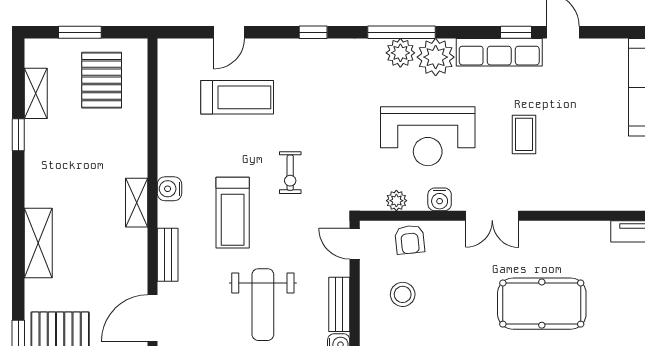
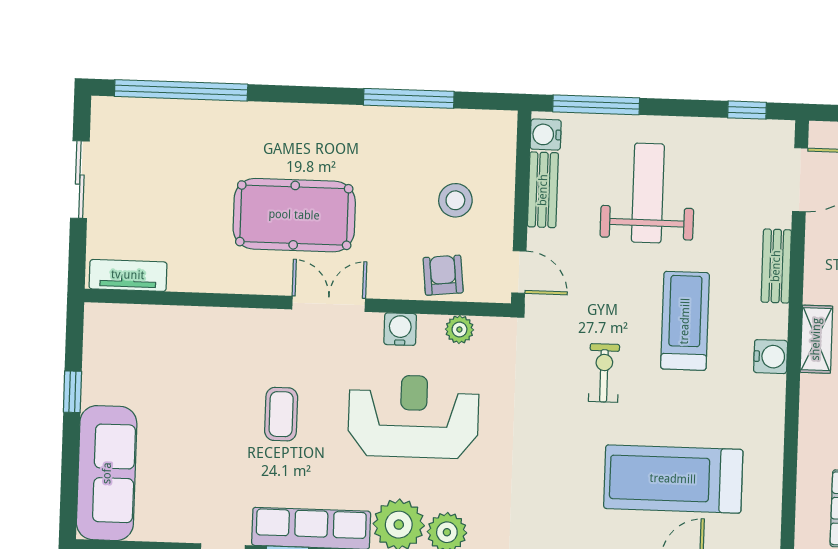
treadmill: (237, 97) -> (673, 479), width x1.37, depth x1.38
pool table: (542, 304) -> (294, 215), moved

